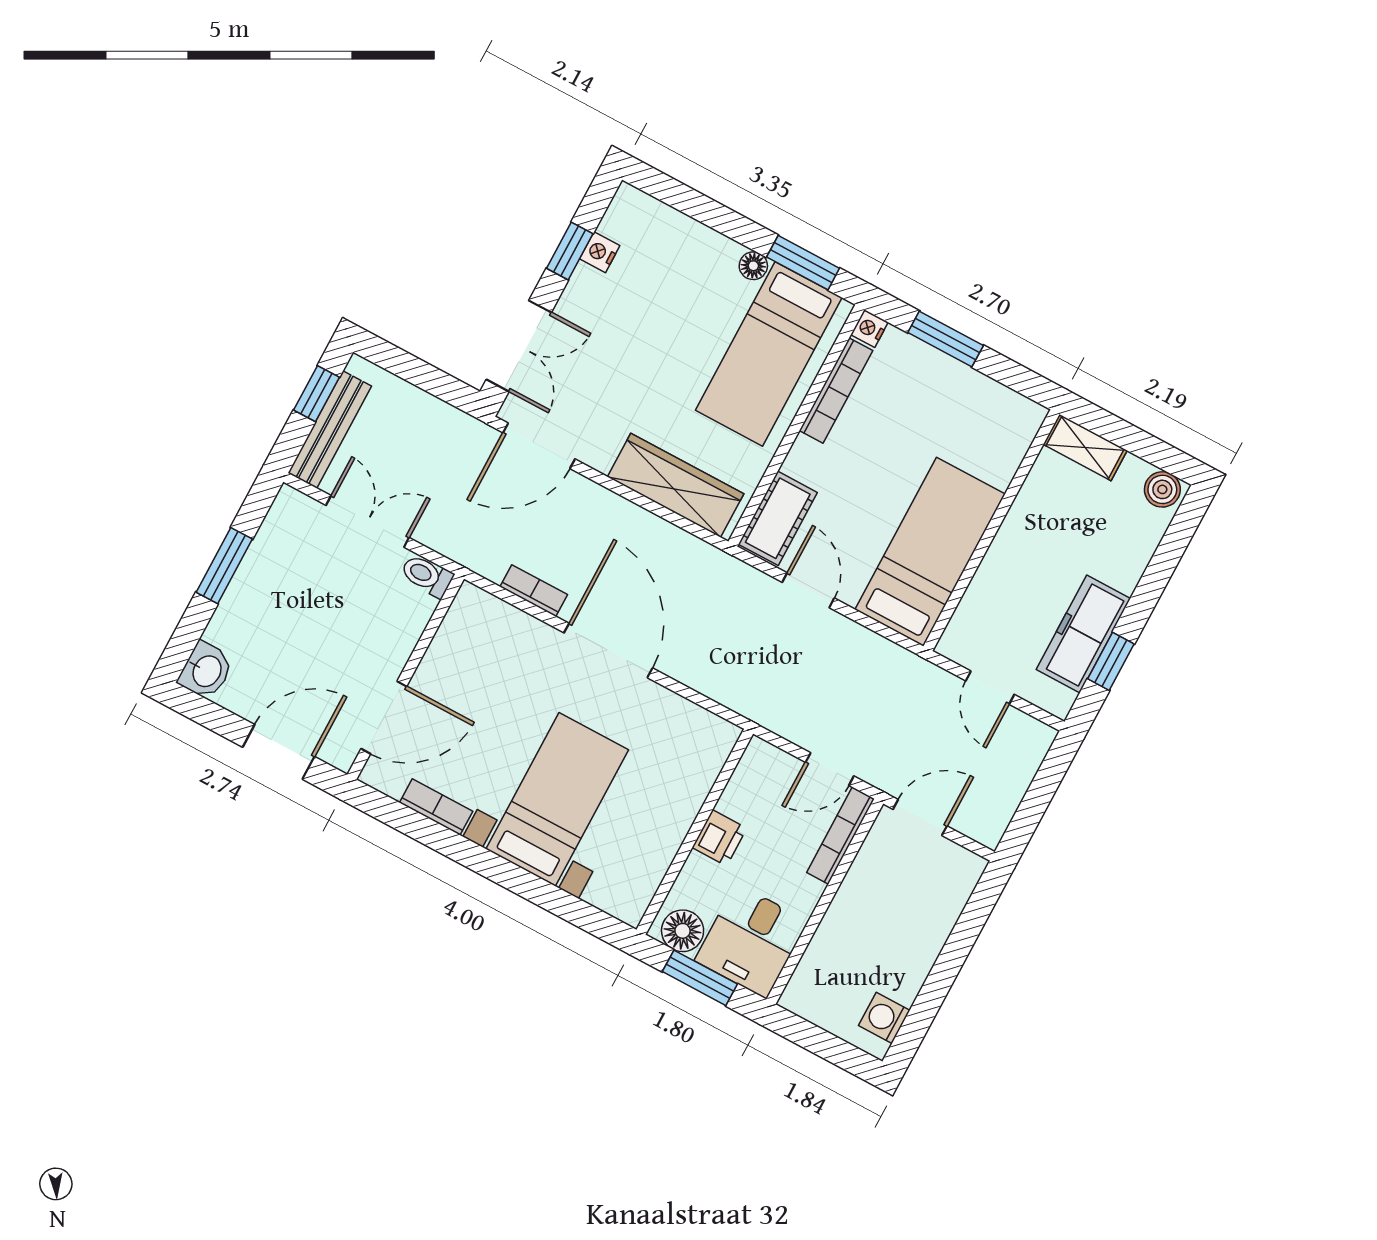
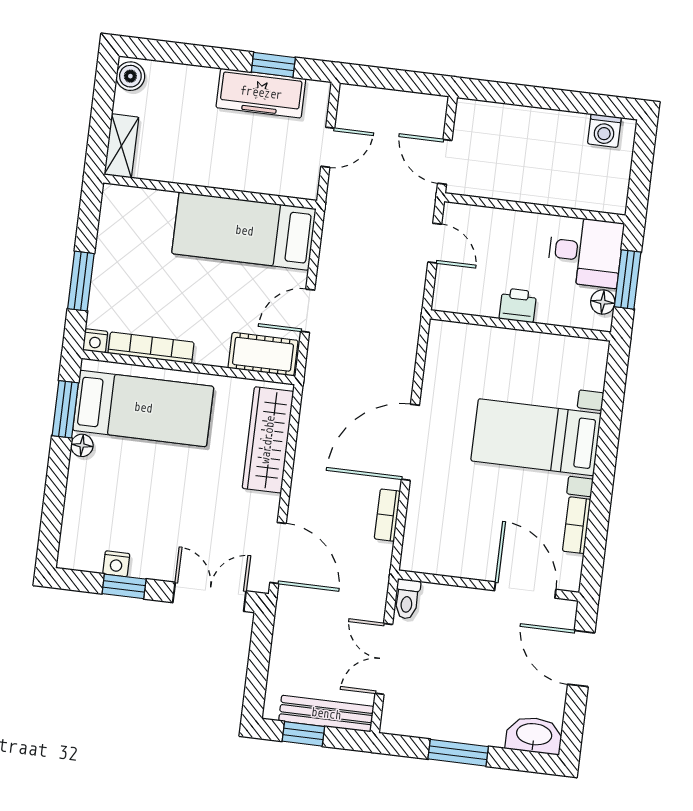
washbasin: (206, 671) -> (534, 735), width x1.38
bookcase: (840, 836) -> (481, 216), removed
floor lamp: (683, 931) -> (603, 302), width x0.73, depth x0.73

